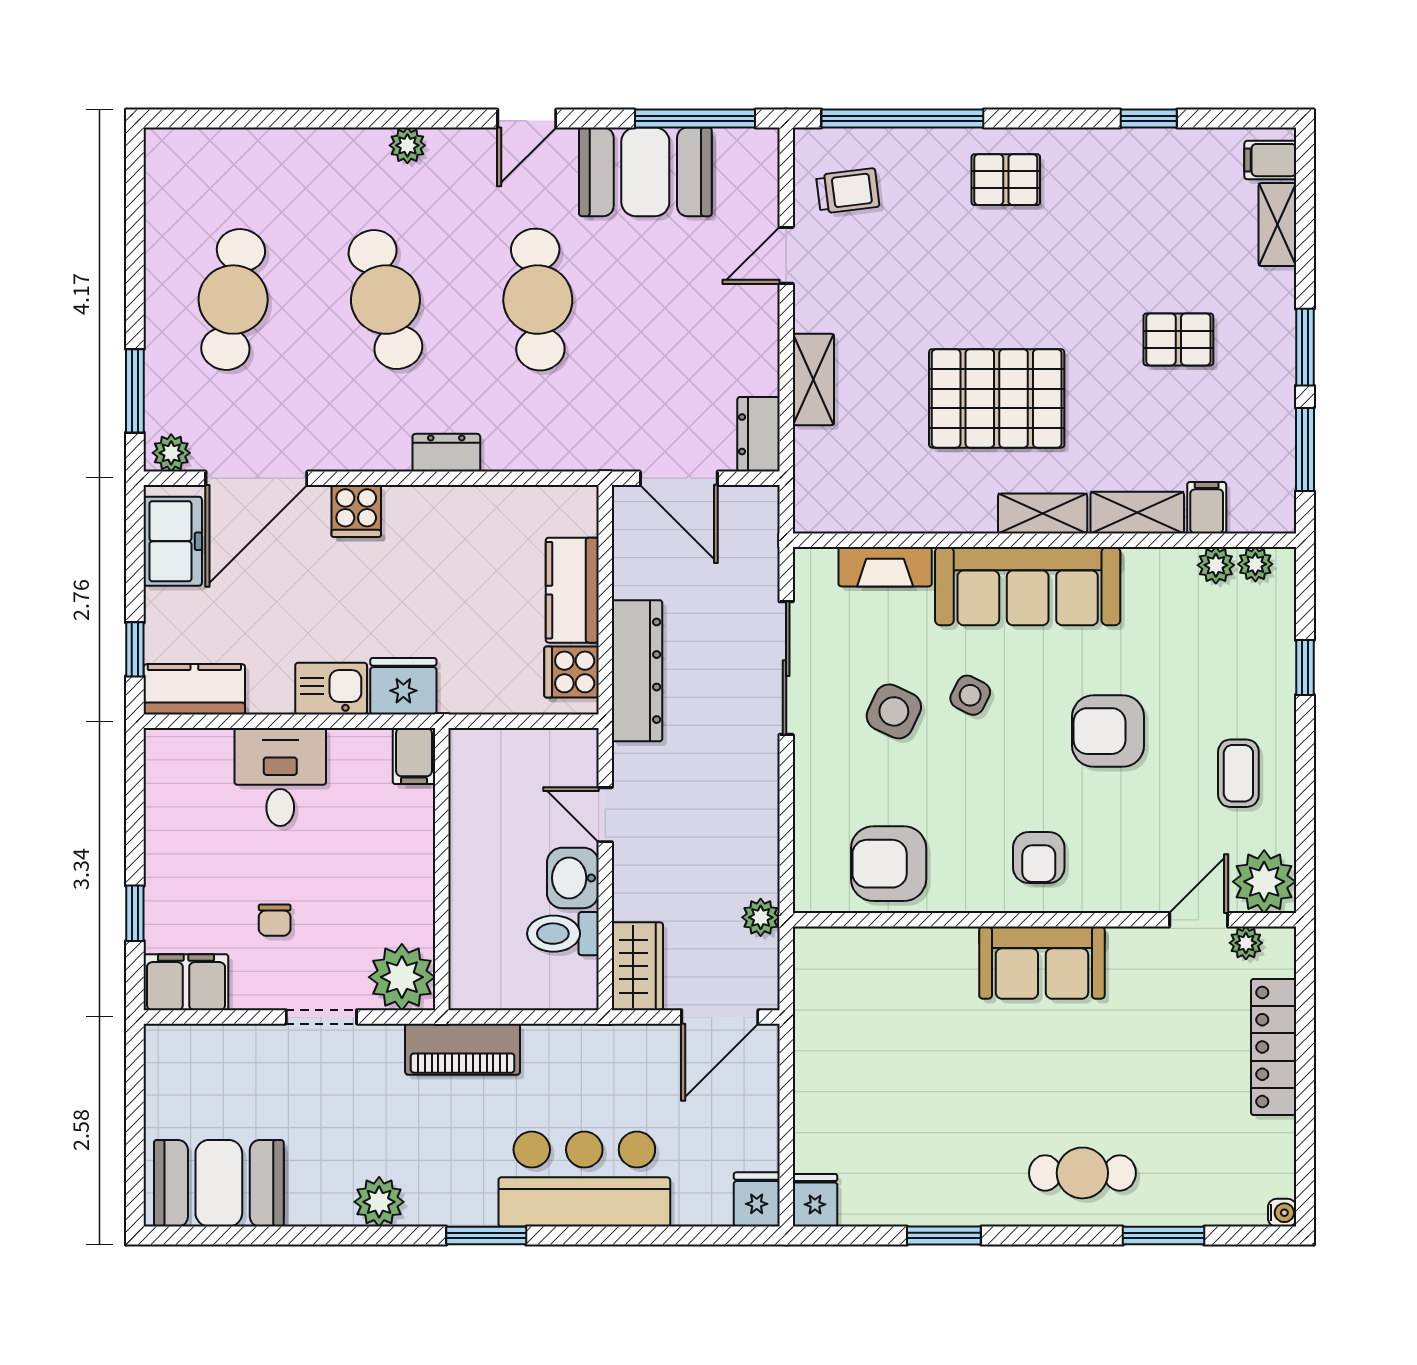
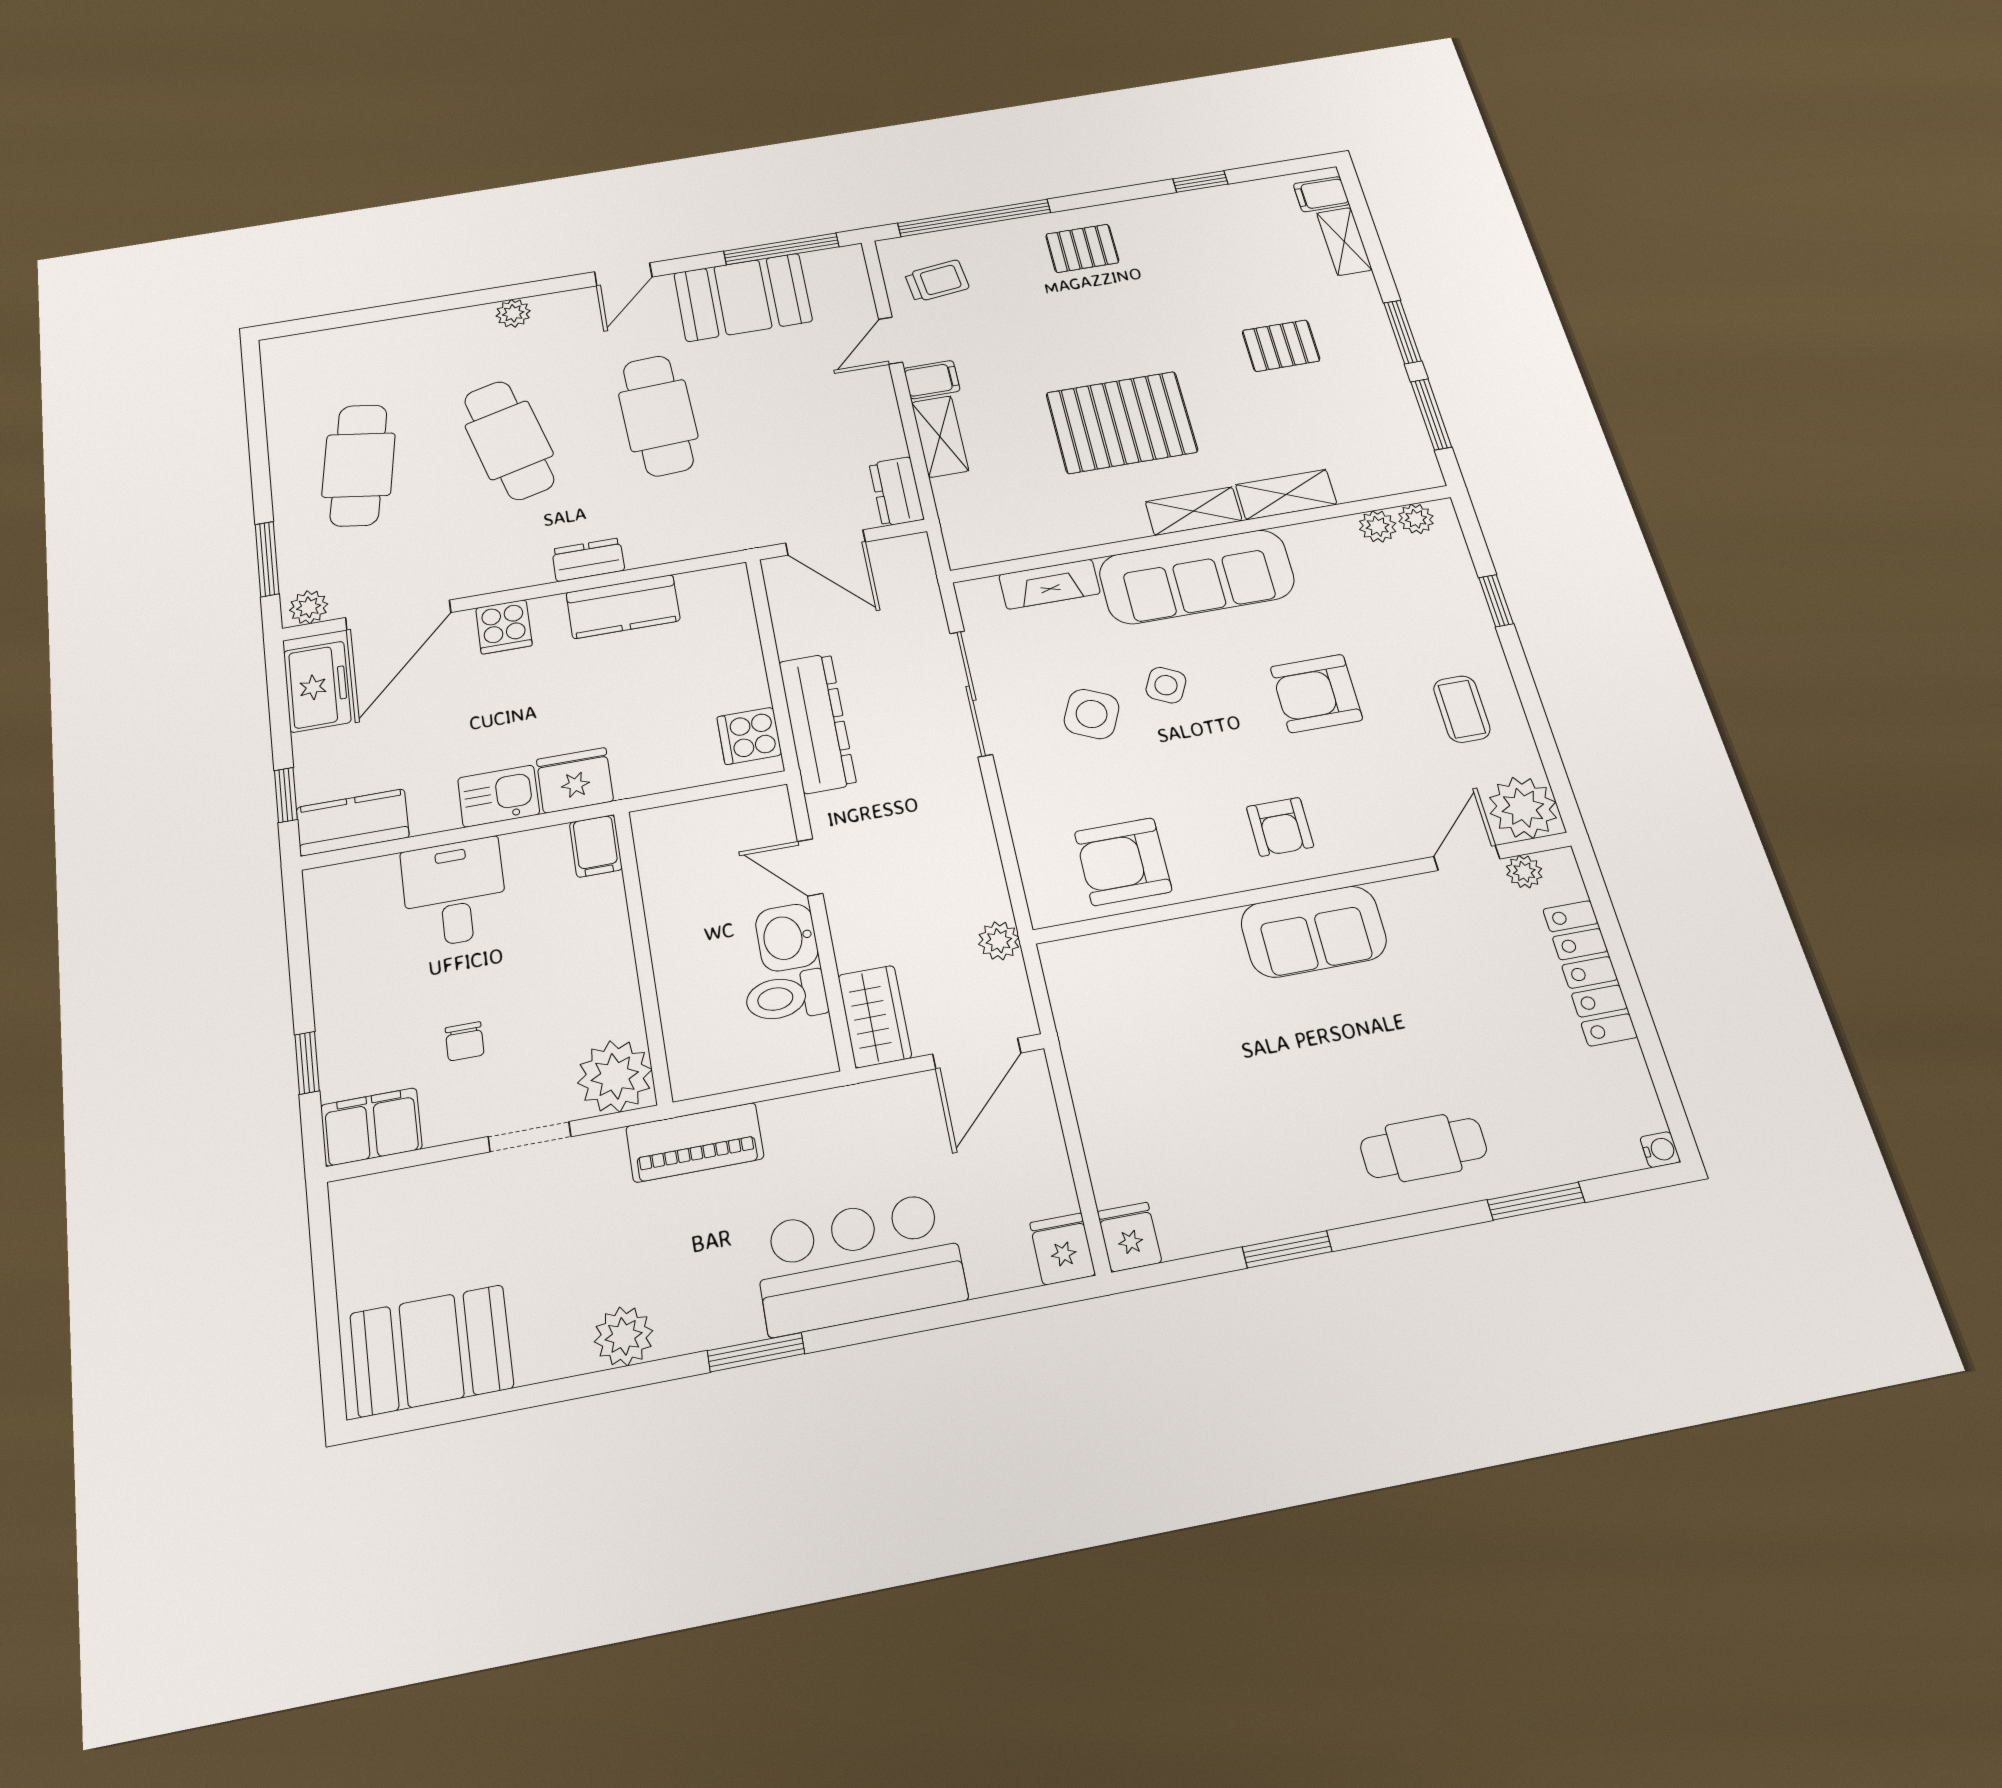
filing cabinet: (1207, 508) -> (932, 380), moved, turned 90
kitchen counter: (572, 590) -> (623, 607), moved, turned -90

